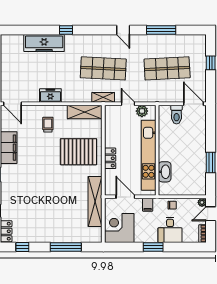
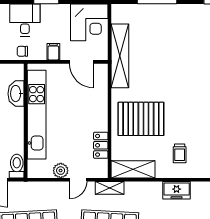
door: (128, 104) -> (78, 180), hinge flipped
wall: (157, 150) -> (26, 121), moved
kitchen unit: (149, 155) -> (37, 115), moved
locker: (110, 158) -> (101, 145), moved
washbasin: (165, 172) -> (16, 94), moved

